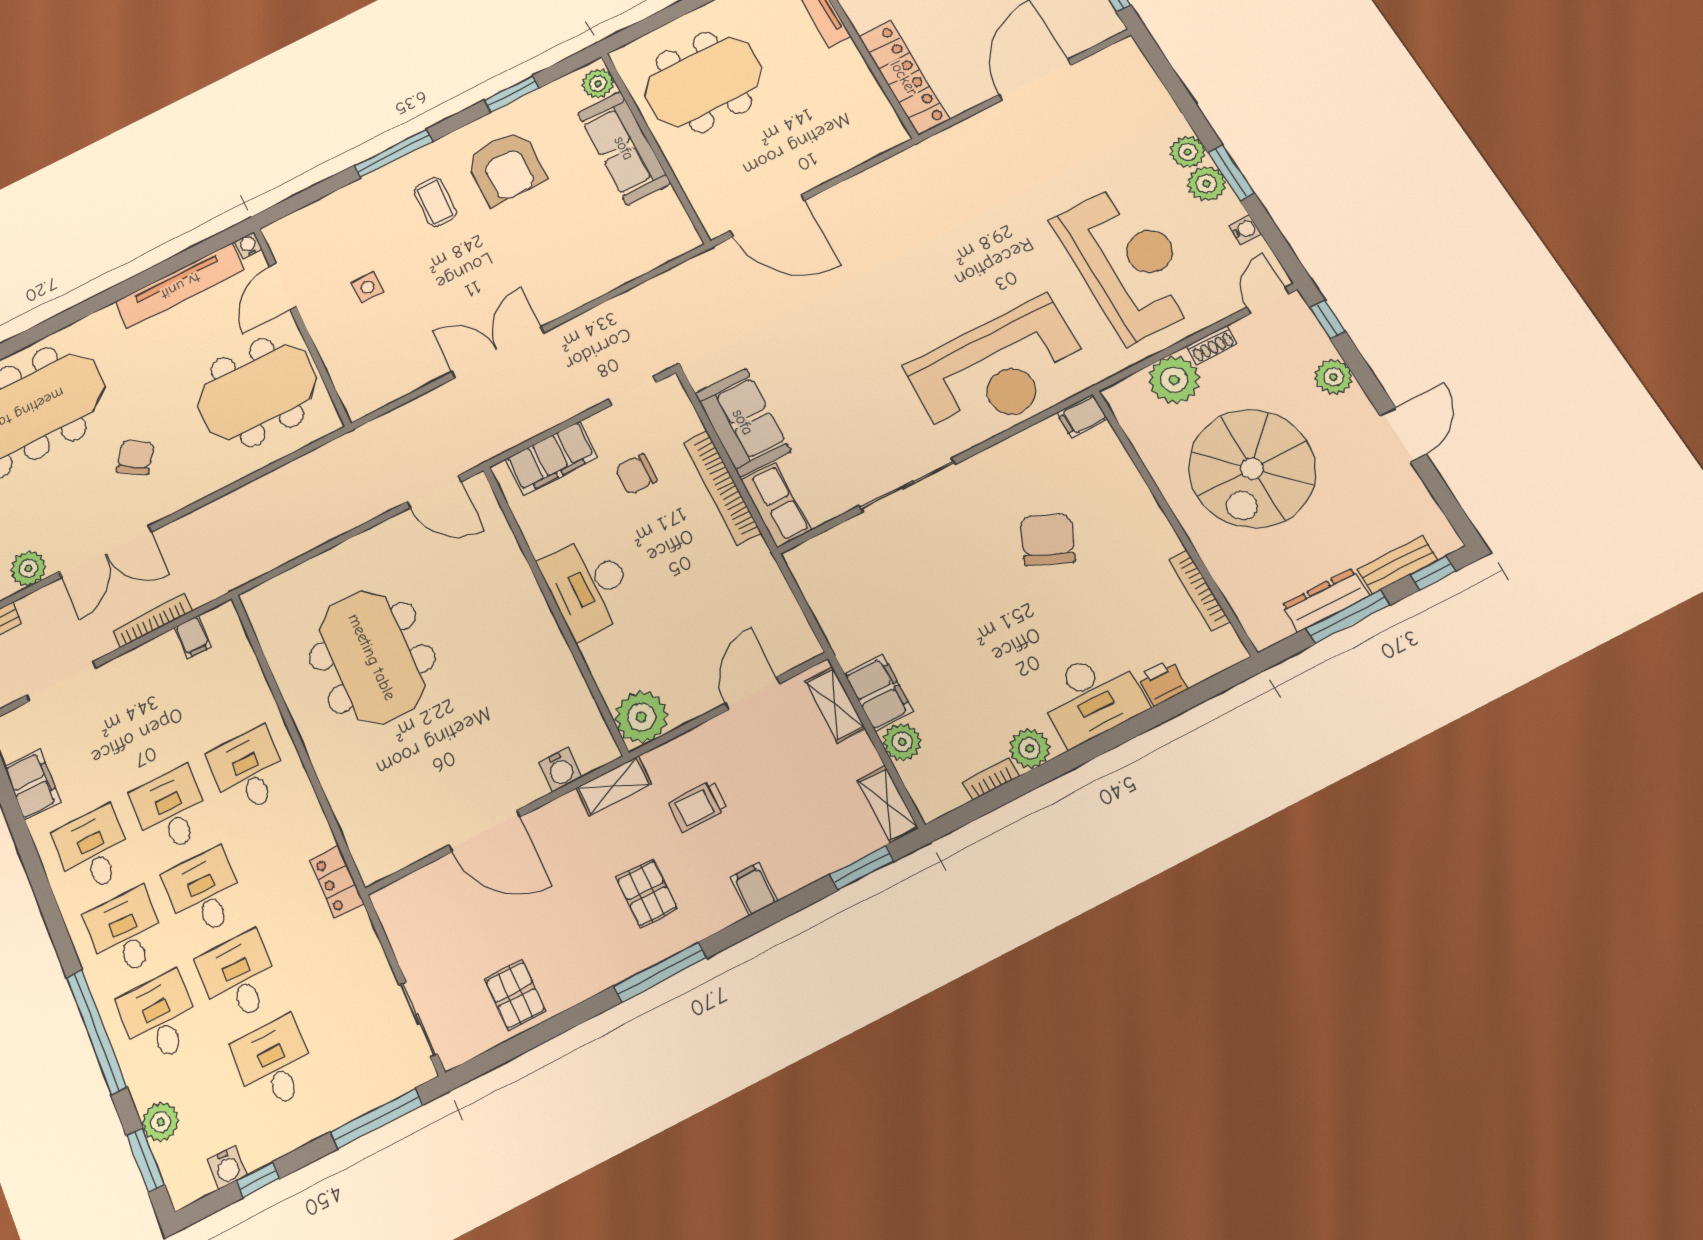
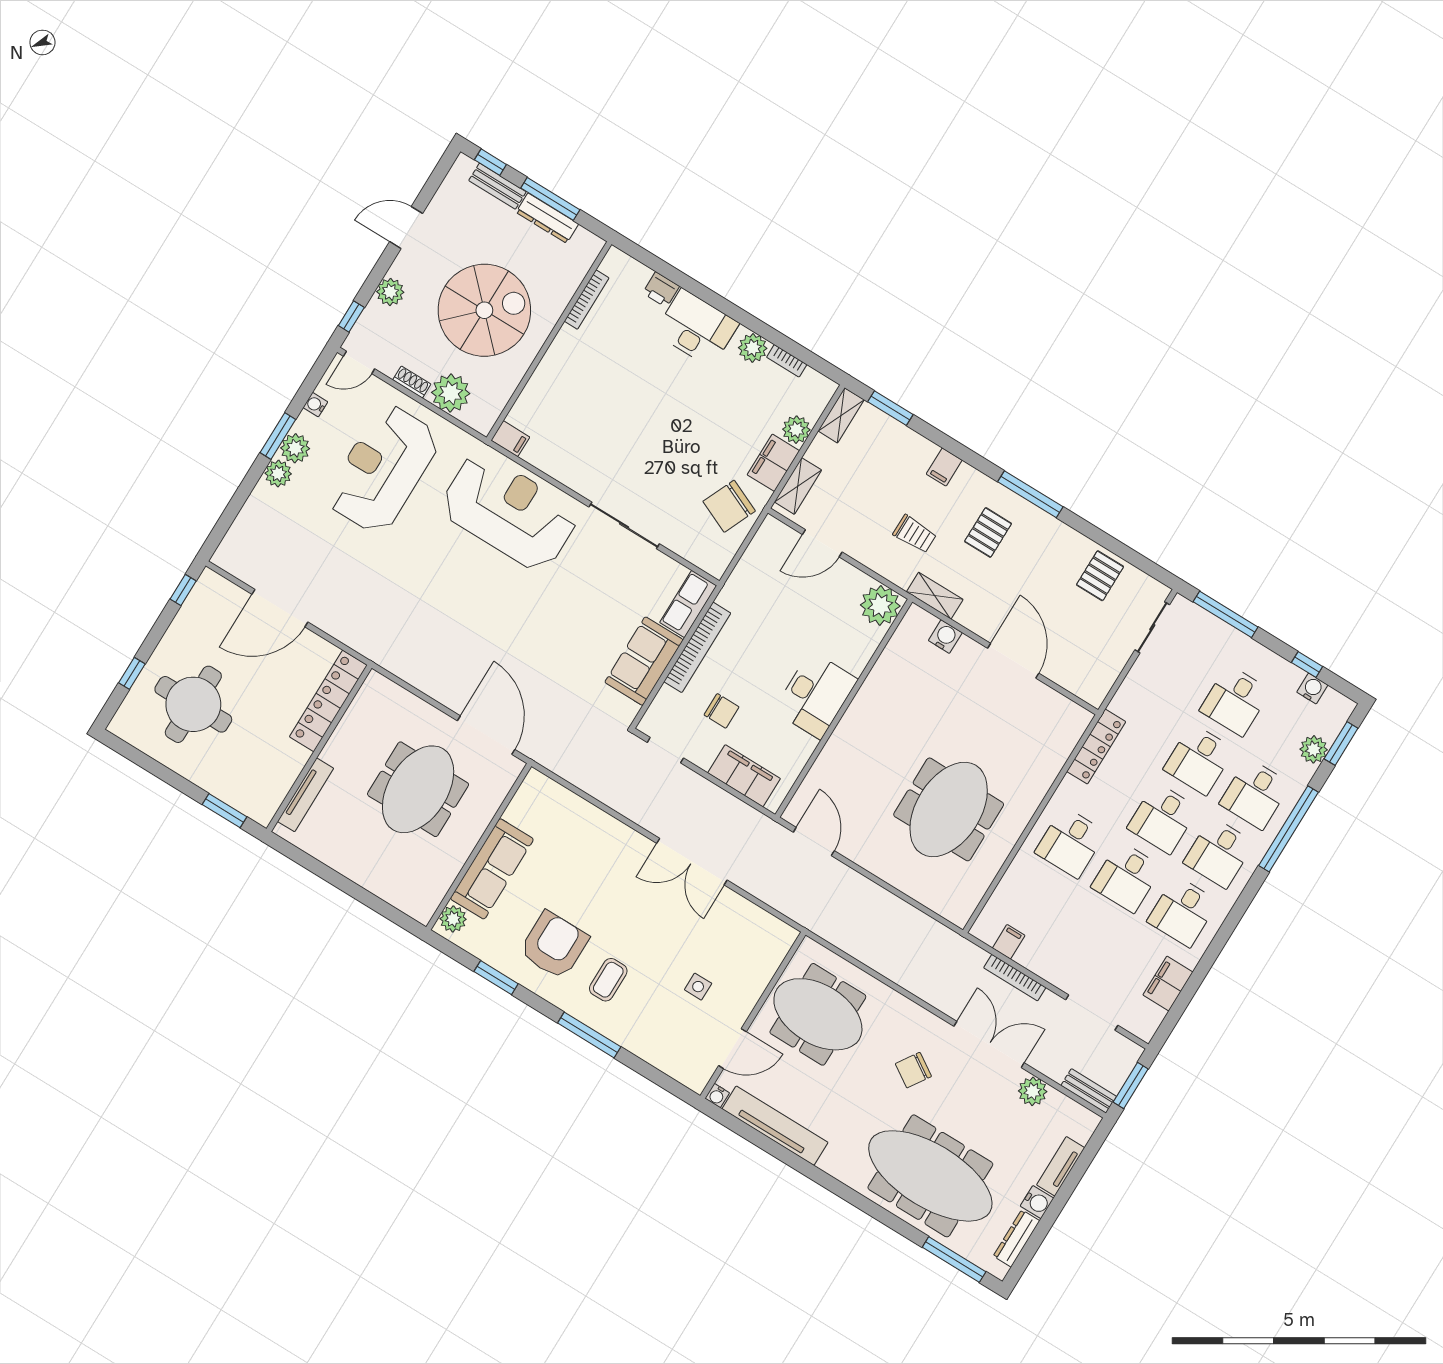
meeting table: (703, 82) -> (418, 789), moved, turned 90
chair: (1048, 539) -> (729, 506), moved
locker: (337, 882) -> (1096, 747), width x1.53

